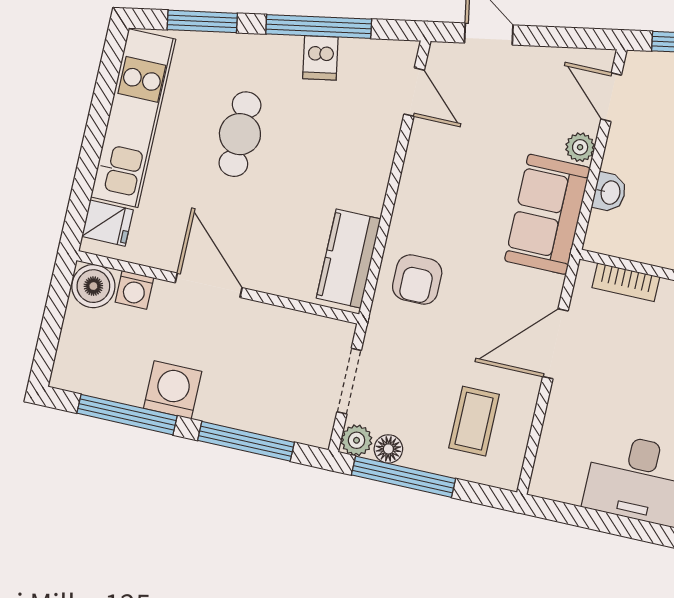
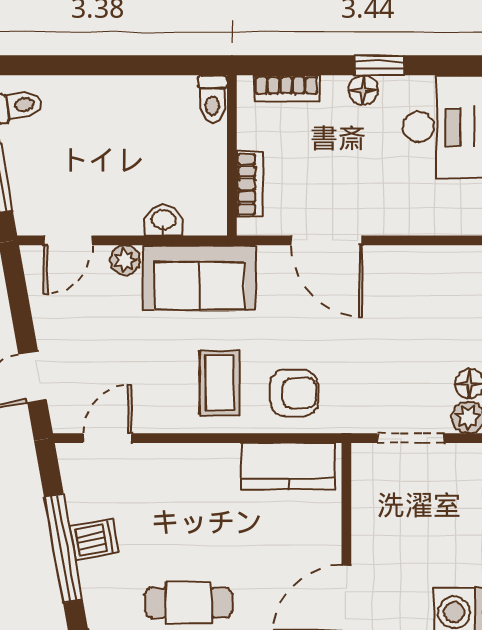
coffee table: (474, 421) -> (220, 383), moved, turned 90

